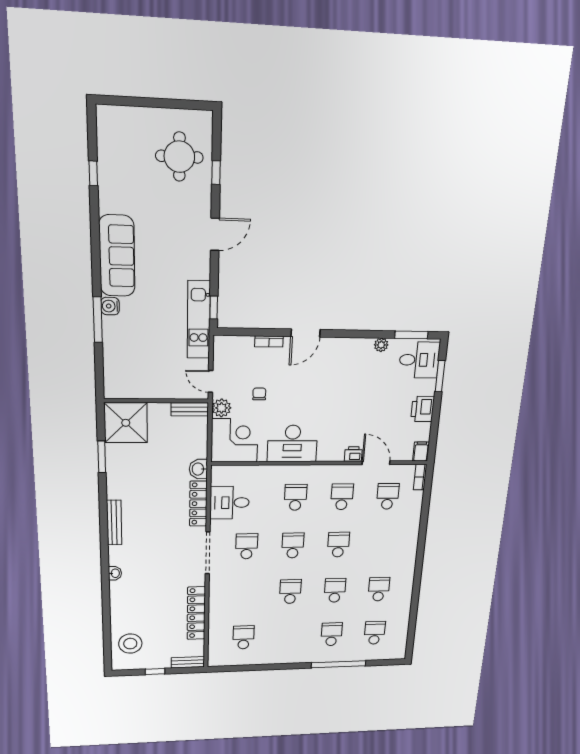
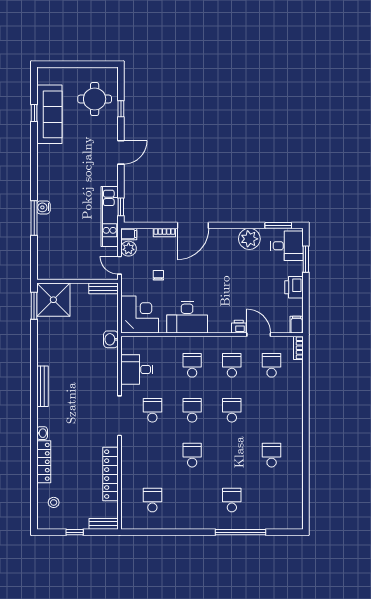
sofa: (117, 256) -> (49, 114), moved
door: (306, 333) -> (193, 225), width x1.36
filing cabinet: (223, 343) -> (129, 234), added
plant: (381, 345) -> (249, 239), width x1.87, depth x1.87
plant: (222, 408) -> (129, 249), moved
window: (102, 457) -> (34, 306), moved
locker: (198, 504) -> (44, 462), moved, turned 180
school desk: (335, 590) -> (232, 455), removed
school desk: (375, 633) -> (272, 500), removed
stool: (130, 644) -> (54, 502), width x0.53, depth x0.53

